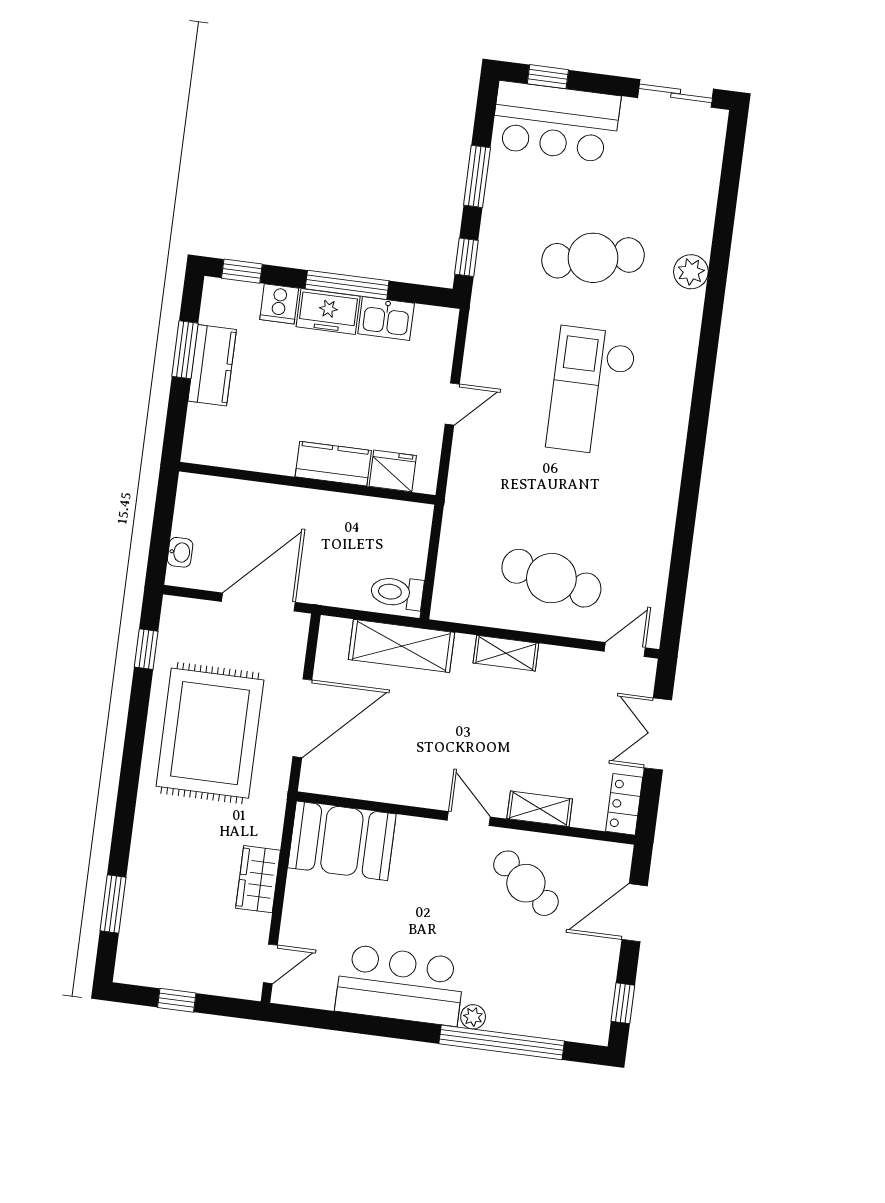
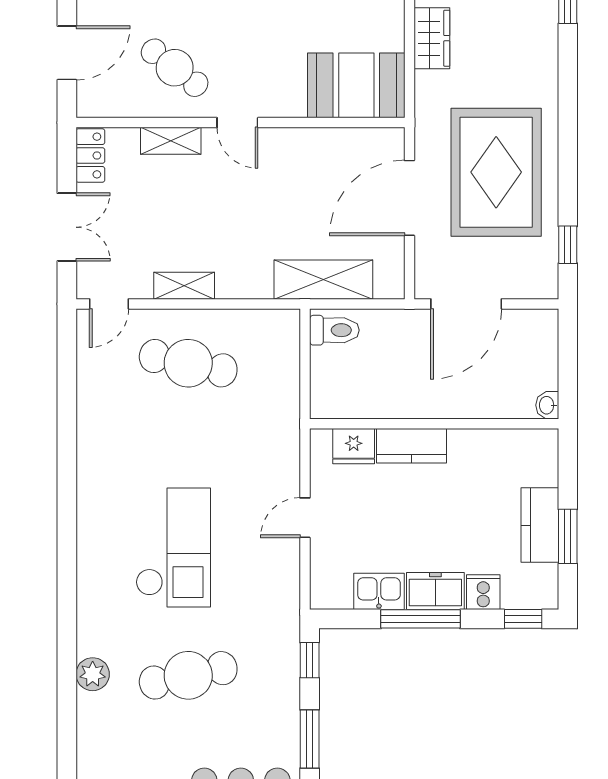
washbasin: (180, 552) -> (547, 405), moved
shelving: (506, 653) -> (184, 286), moved

